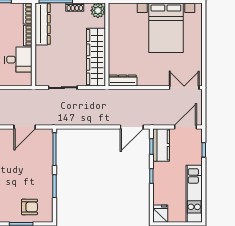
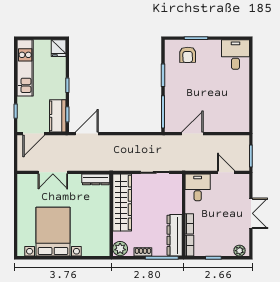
desk: (18, 60) -> (198, 187), moved, turned 90
double door: (184, 88) -> (53, 172), moved
armchair: (30, 207) -> (188, 55), turned -91

